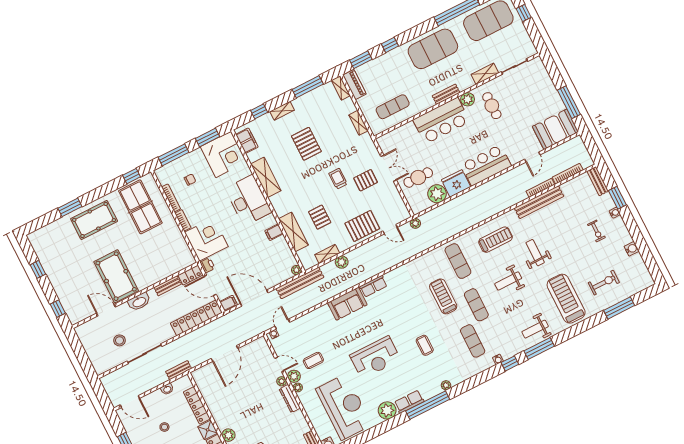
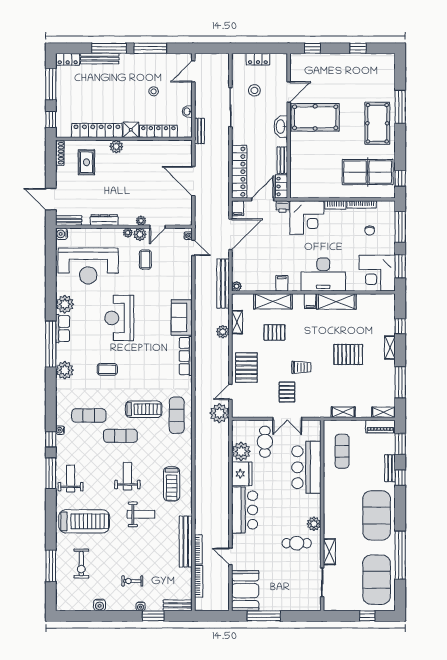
bench: (446, 94) -> (390, 468), moved
bar counter: (441, 121) -> (306, 467), moved
filing cabinet: (247, 141) -> (310, 301), moved, width x0.50
window: (70, 207) -> (400, 107), width x1.44
plant: (415, 223) -> (219, 413), width x1.87, depth x1.87
exercise mat: (458, 261) -> (177, 415), moved, turned 90
row of seats: (373, 286) -> (186, 356), width x1.48
locker: (91, 351) -> (258, 59), added
plant: (446, 385) -> (65, 370), width x1.88, depth x1.88
dresser: (290, 399) -> (104, 220), moved

